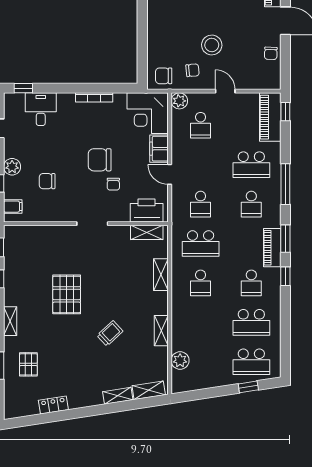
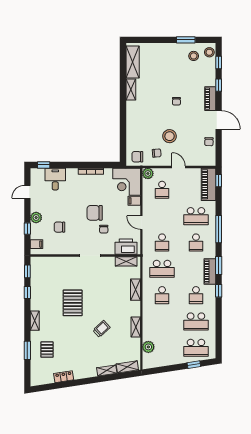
filing cabinet: (159, 149) -> (134, 201), width x0.50

